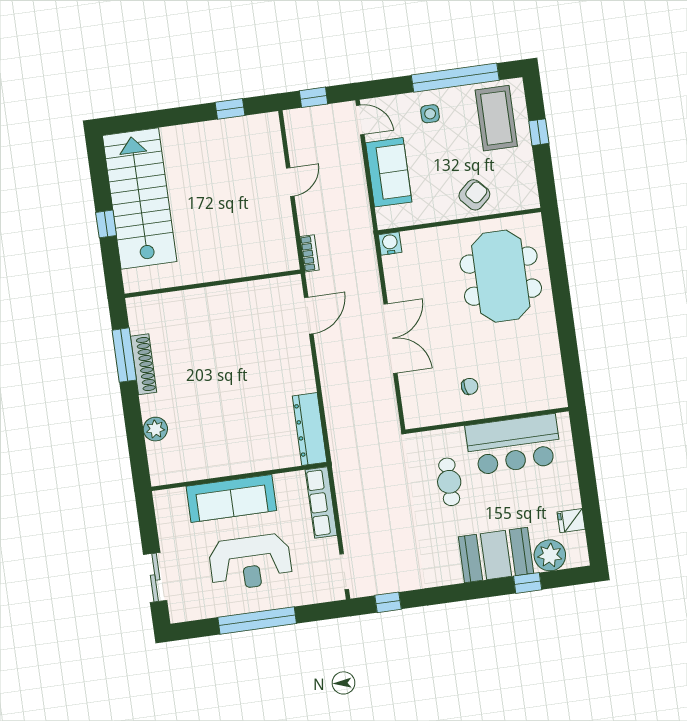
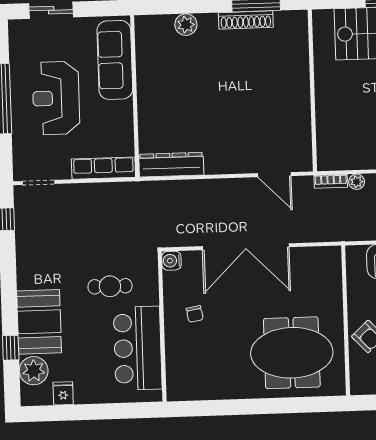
plant: (307, 225) -> (357, 182), added
water cooler: (390, 244) -> (171, 261), moved, turned 180
double door: (391, 338) -> (246, 247), width x1.36
sofa: (231, 498) -> (115, 60), moved

